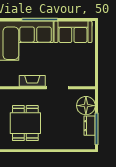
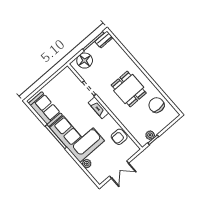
dining table: (25, 123) -> (129, 89), turned 90
dresser: (90, 126) -> (104, 40), moved

